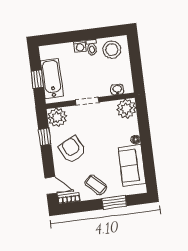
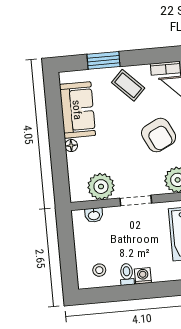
stool: (112, 50) -> (99, 270), width x0.53, depth x0.53
plant: (126, 109) -> (101, 187), moved

